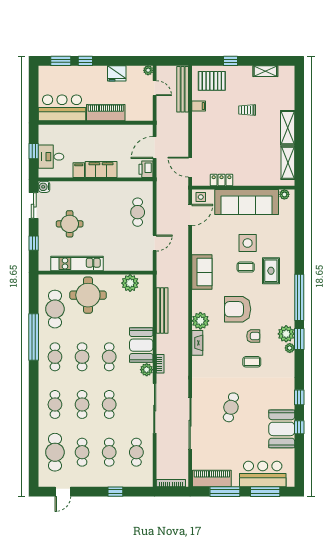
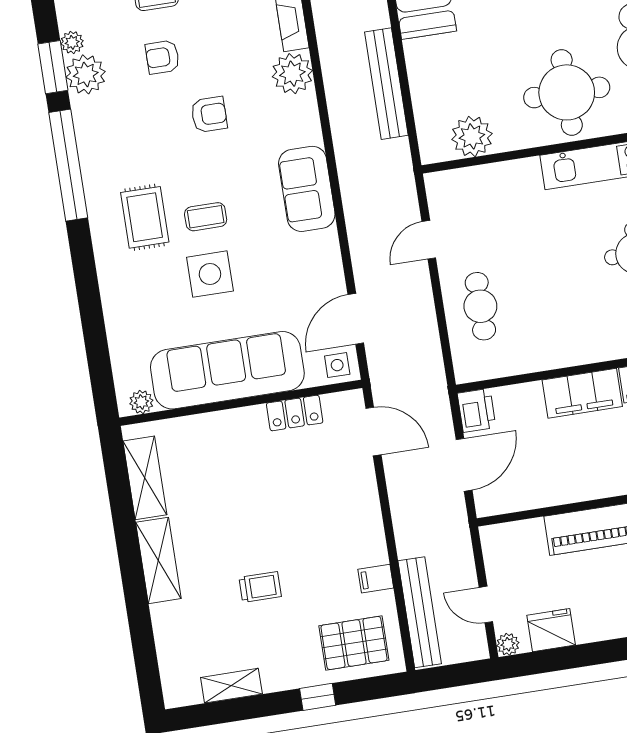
fridge: (117, 73) -> (551, 630), moved
armchair: (238, 309) -> (209, 115), width x0.53, depth x0.53

